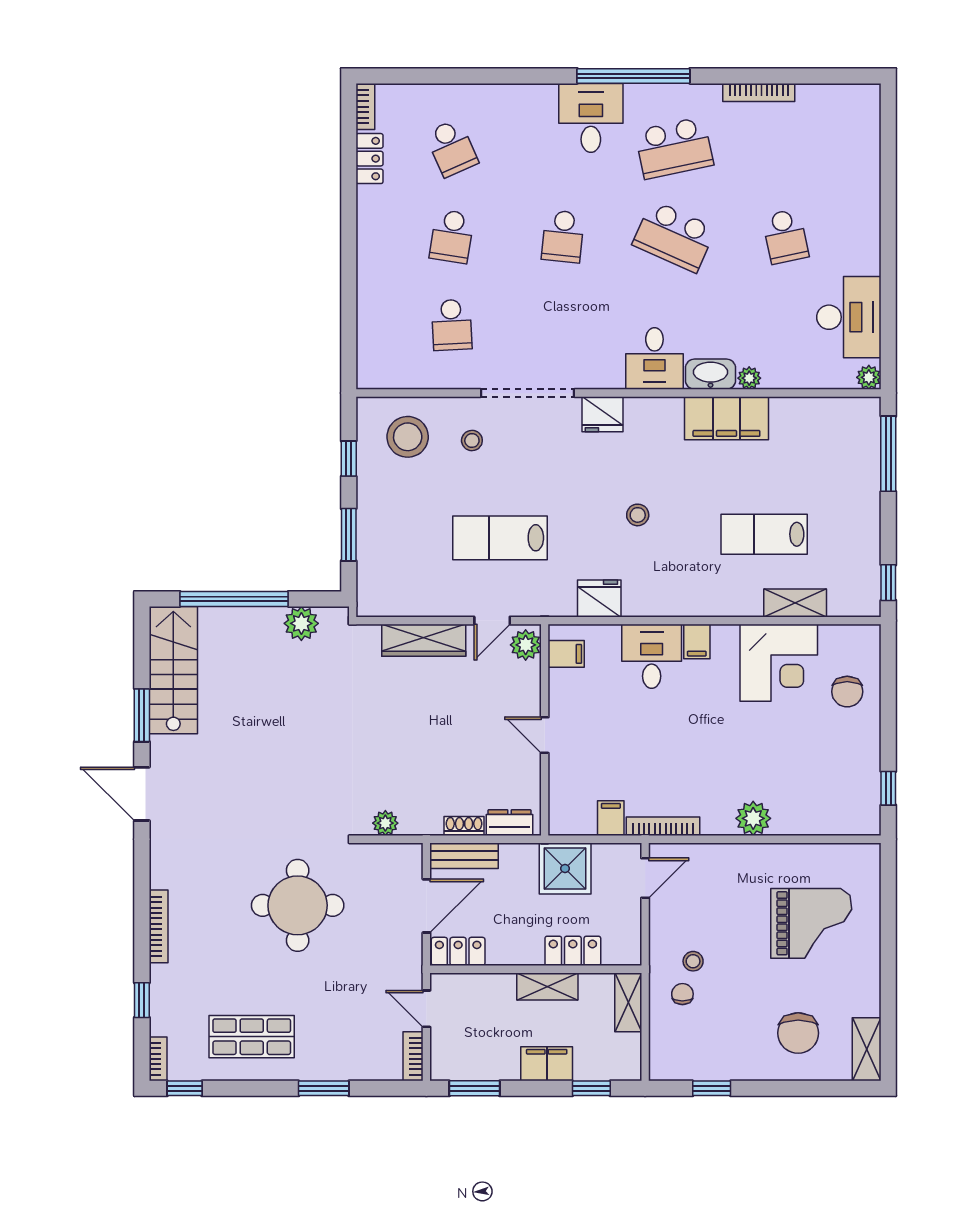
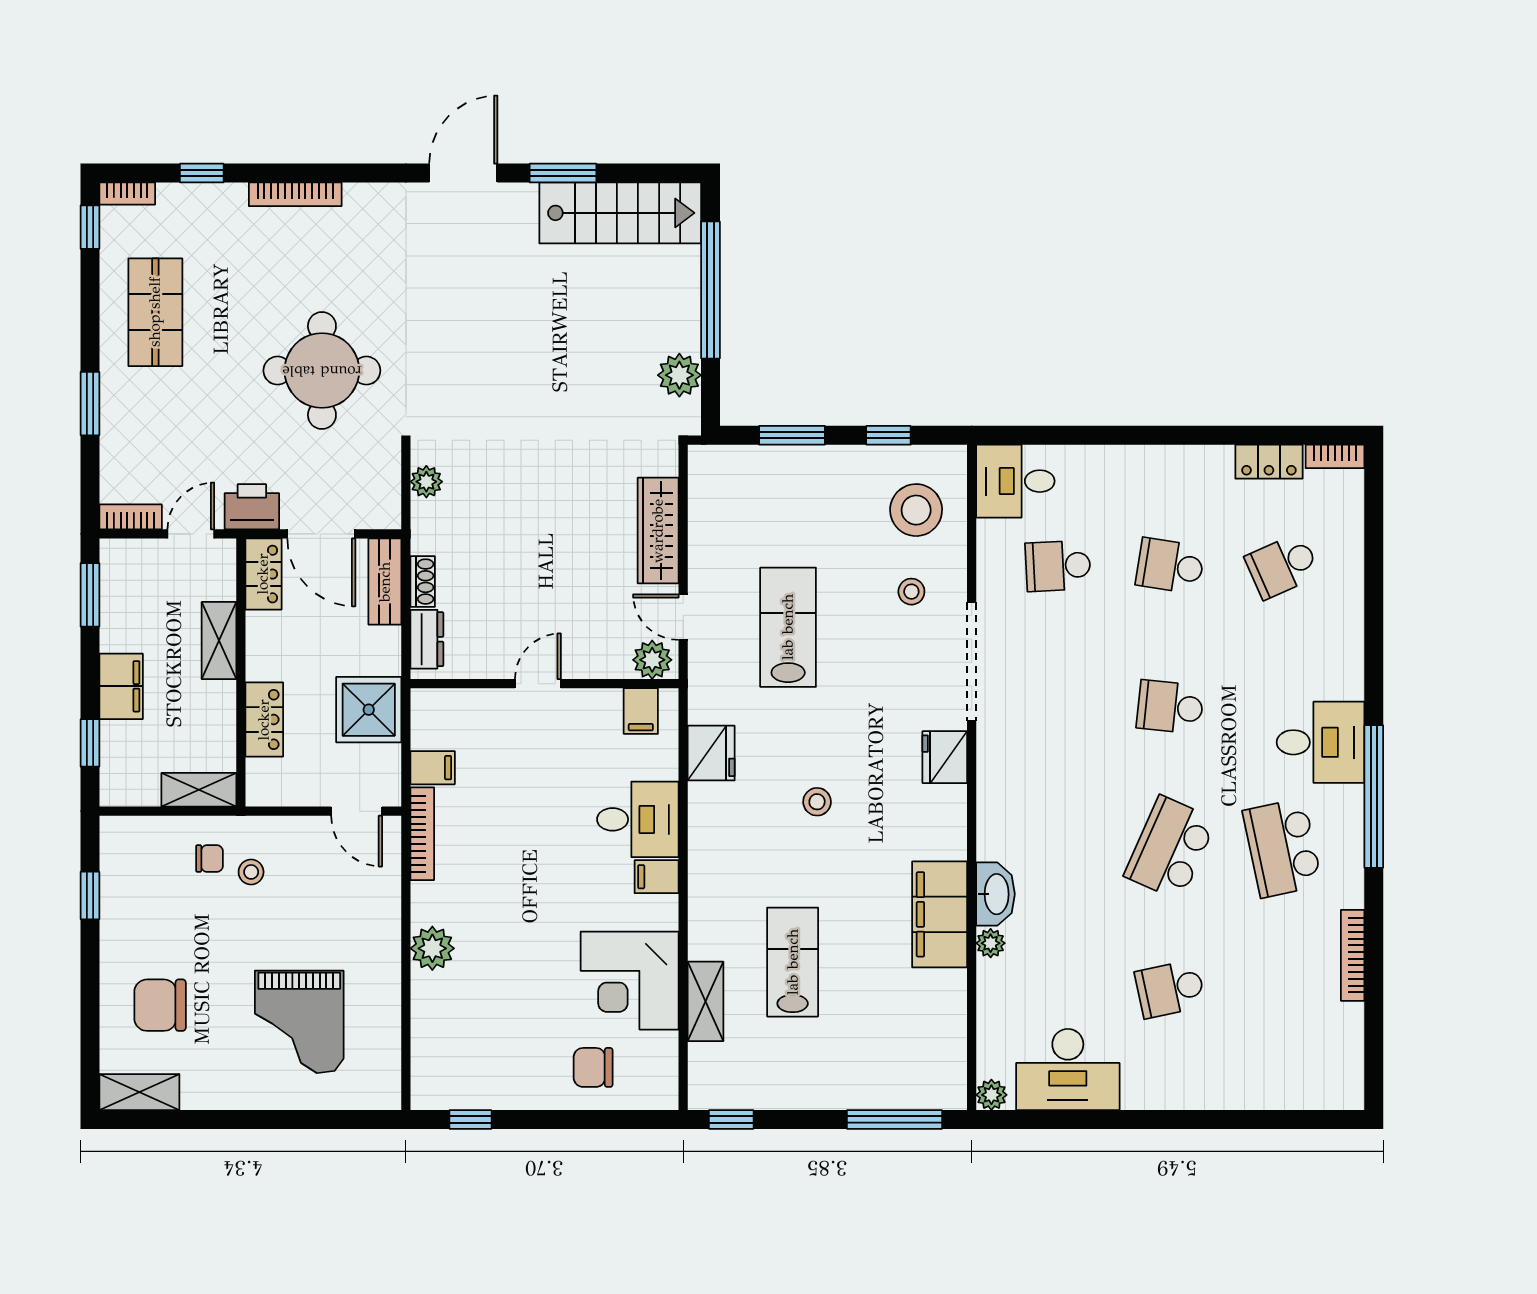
desk: (654, 359) -> (1015, 481), moved
printer: (405, 961) -> (252, 507), added
shelving: (547, 986) -> (219, 641), moved

